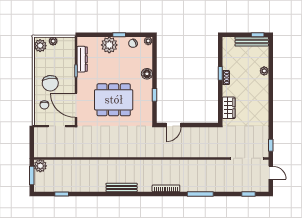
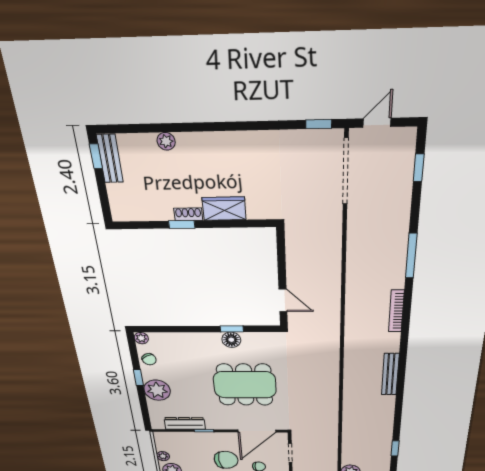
bench: (252, 41) -> (110, 159), width x0.73
floor lamp: (147, 74) -> (231, 340), moved
dining table: (114, 100) -> (245, 385), turned 90
wardrobe: (229, 108) -> (224, 209), moved

